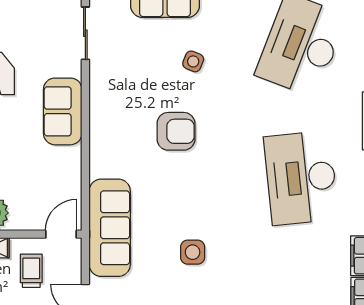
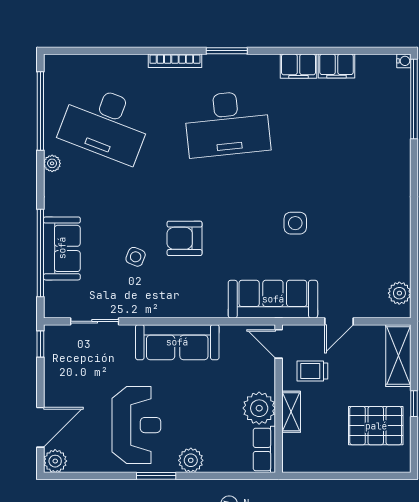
side table: (193, 61) -> (136, 257), moved
sofa: (63, 111) -> (177, 342), width x1.36
armchair: (176, 131) -> (185, 238), turned -90

